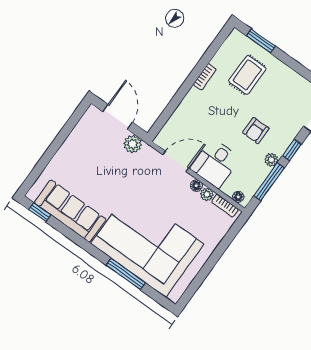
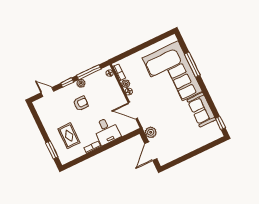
rug: (247, 75) -> (69, 136), turned 90
desk: (215, 163) -> (107, 131), moved, turned 90
sofa: (70, 211) -> (201, 110), width x0.73

